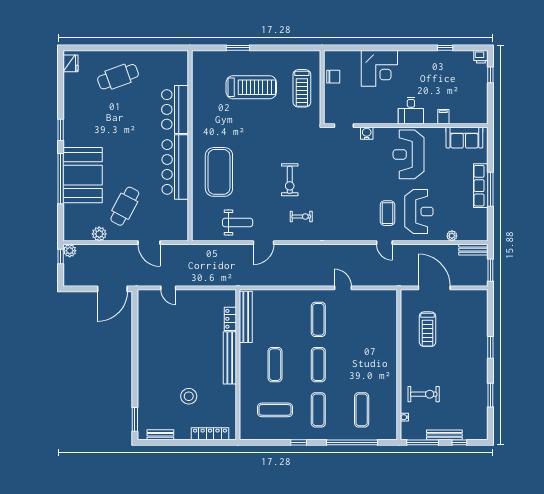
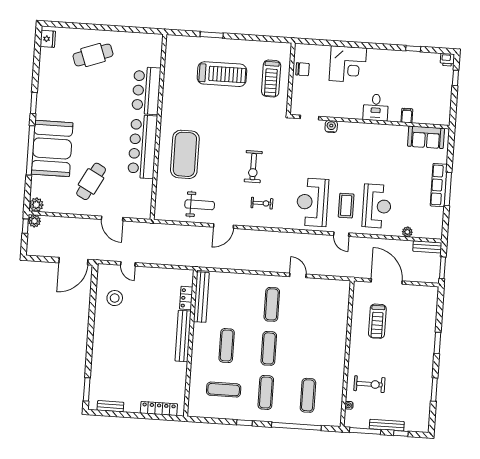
reception desk: (409, 154) -> (312, 202), moved
plant: (99, 234) -> (36, 205), moved
stool: (189, 396) -> (115, 298), moved

